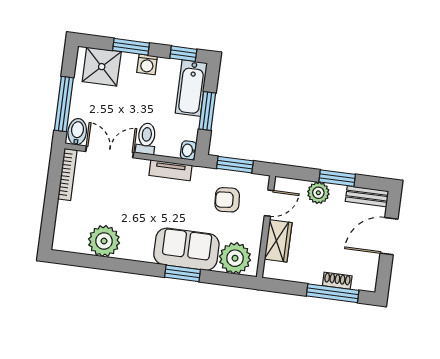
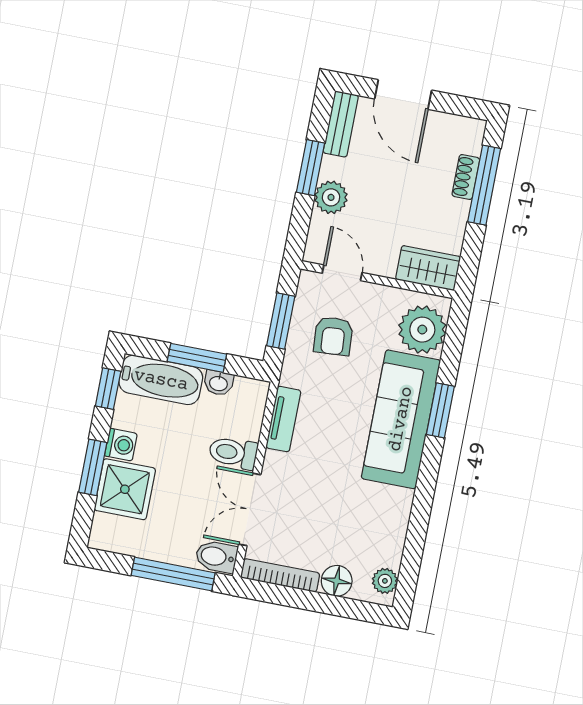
shower: (102, 67) -> (125, 489), moved
washbasin: (188, 150) -> (219, 383), moved
floor lamp: (66, 212) -> (337, 581), added
plant: (104, 241) -> (385, 581), moved, width x0.53, depth x0.53
wardrobe: (278, 241) -> (428, 268), moved
sofa: (186, 249) -> (401, 419), width x1.36

